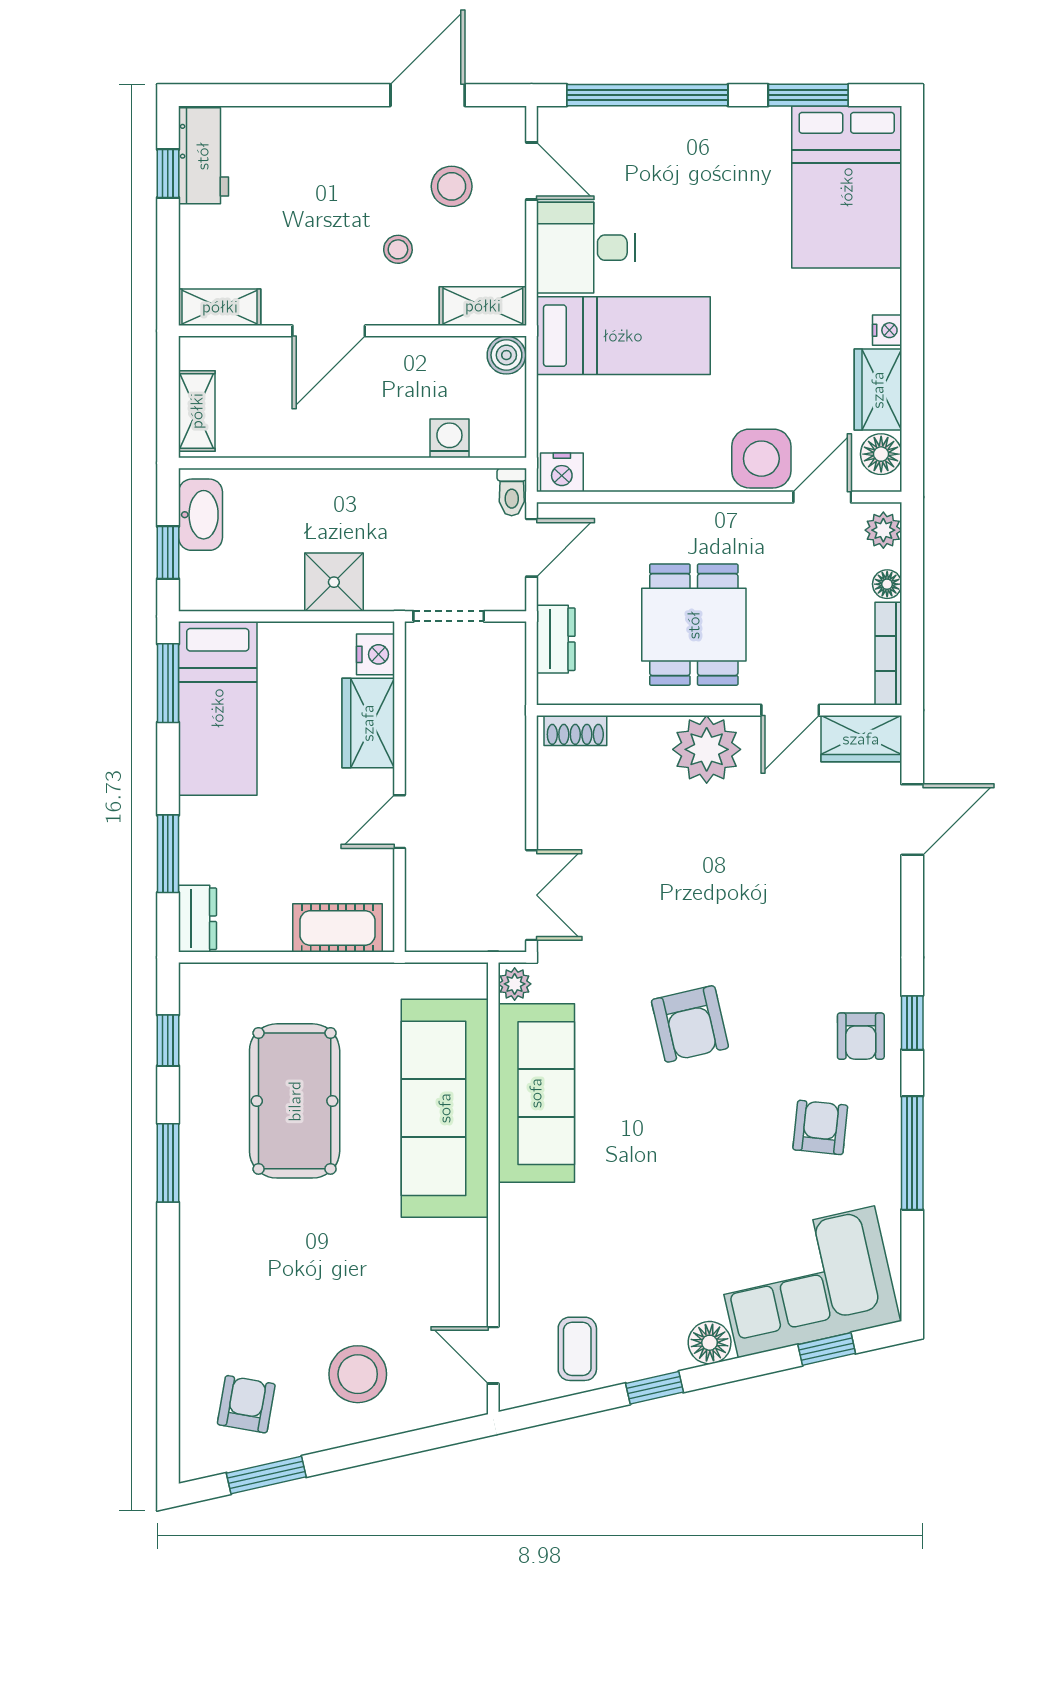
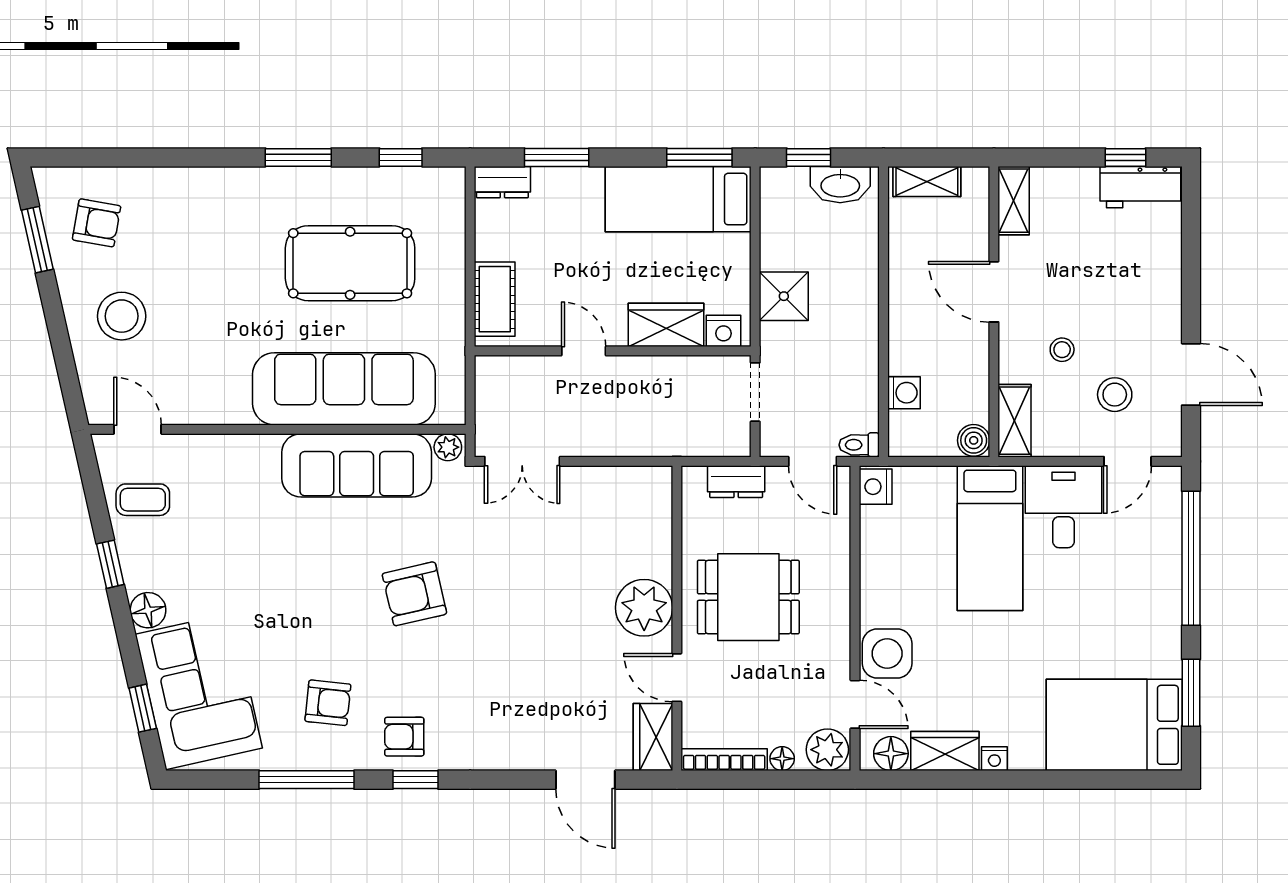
plant: (883, 530) -> (827, 750), width x1.38, depth x1.38
shoe rack: (575, 730) -> (660, 498), removed
door: (493, 1355) -> (138, 429), hinge flipped

